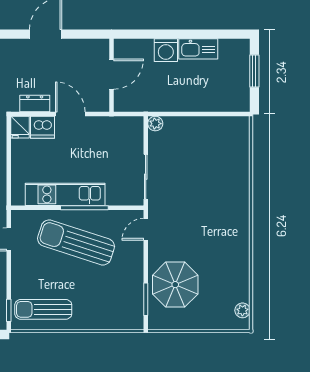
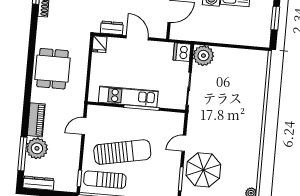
plant: (155, 124) -> (203, 56), width x1.88, depth x1.88
dishwasher: (43, 127) -> (182, 52), moved, turned 90
door: (146, 229) -> (184, 143), moved
sun lounger: (76, 242) -> (122, 152), moved, turned 151

